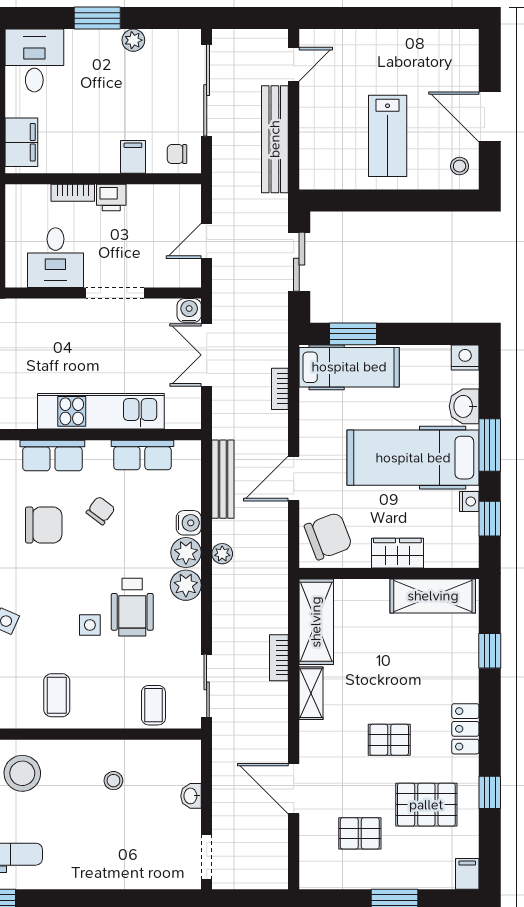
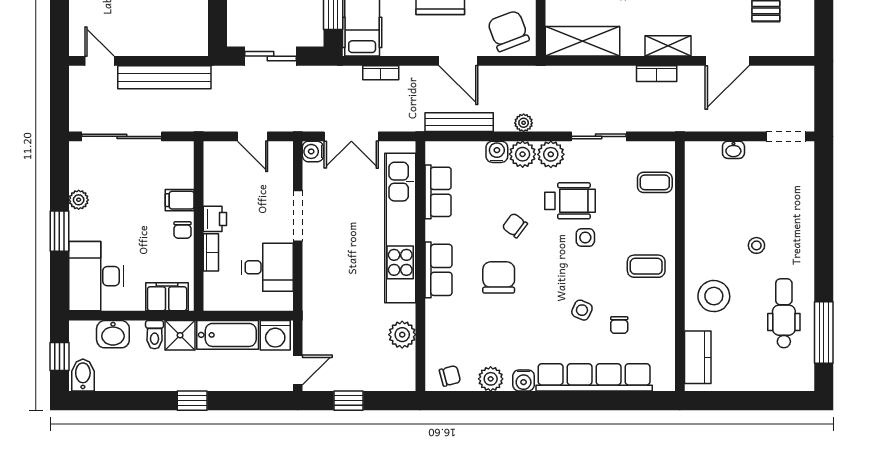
desk: (34, 60) -> (96, 276), width x1.37
chair: (177, 154) -> (183, 230), moved
kitchen unit: (101, 411) -> (400, 228), width x1.36
chair: (101, 511) -> (515, 225), moved
bookcase: (279, 658) -> (657, 74), moved
sliding door: (207, 686) -> (599, 136), moved
shelving: (311, 693) -> (668, 46), moved
stool: (113, 781) -> (756, 245), moved

